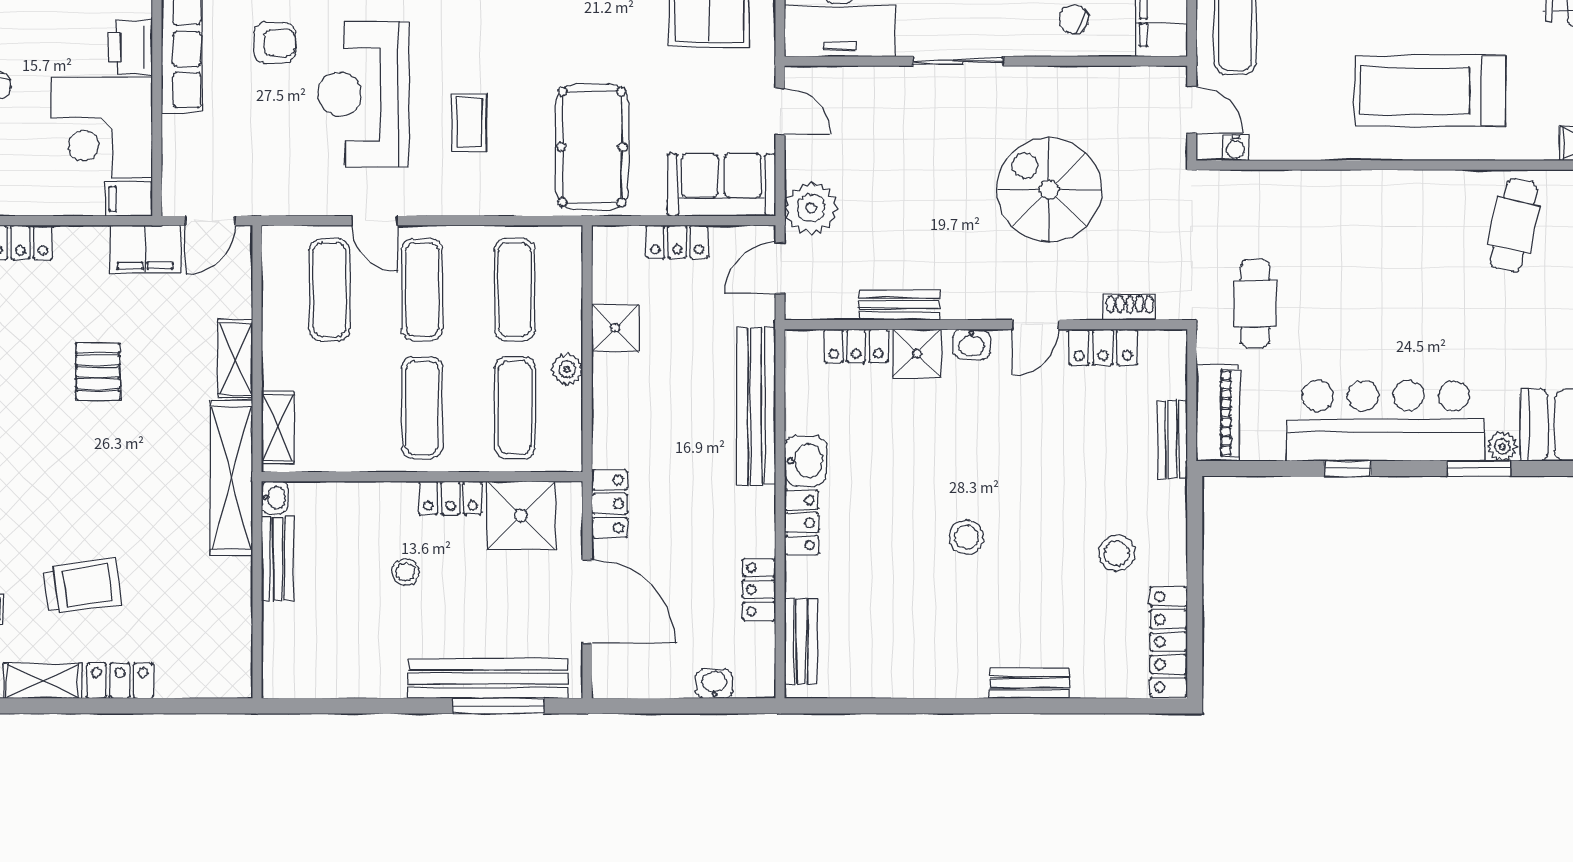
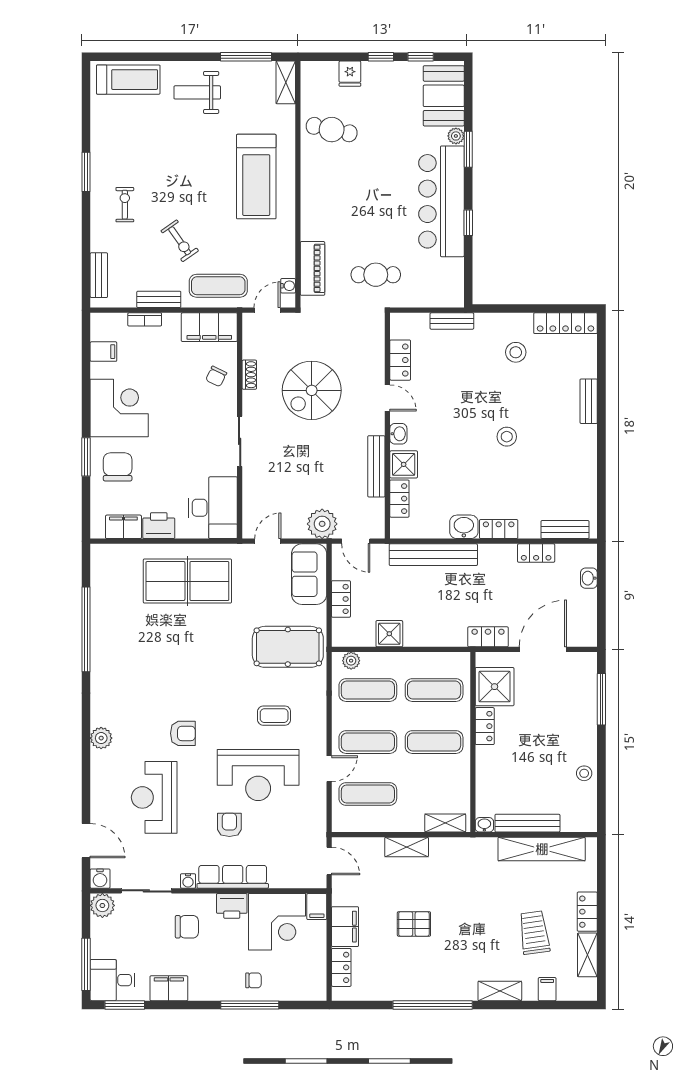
filing cabinet: (145, 249) -> (345, 927), moved
bench: (899, 305) -> (376, 466), width x1.36
shoe rack: (1130, 307) -> (249, 375), moved, turned 180
plant: (567, 369) -> (351, 661), moved
piano: (1218, 413) -> (313, 268), moved, turned 90
shelving: (231, 478) -> (542, 849), moved
bench: (278, 559) -> (527, 823), width x1.36
stool: (405, 572) -> (584, 773), moved
bench: (488, 679) -> (586, 705), removed

